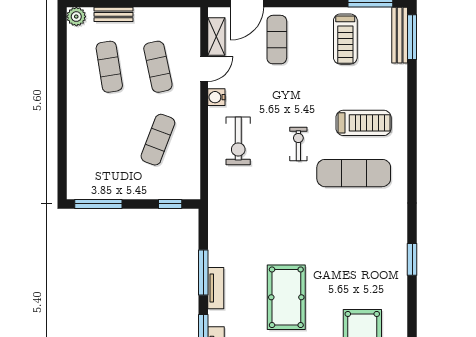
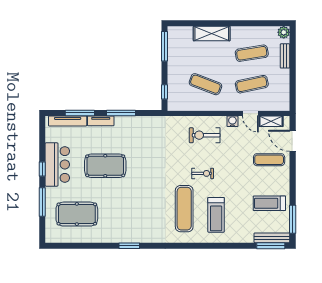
shelving: (78, 130) -> (212, 34), added
tv unit: (216, 288) -> (101, 121), moved

